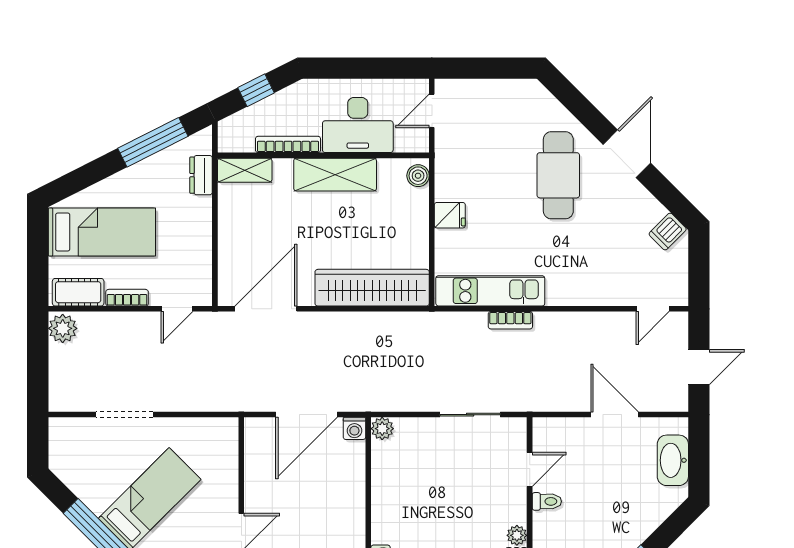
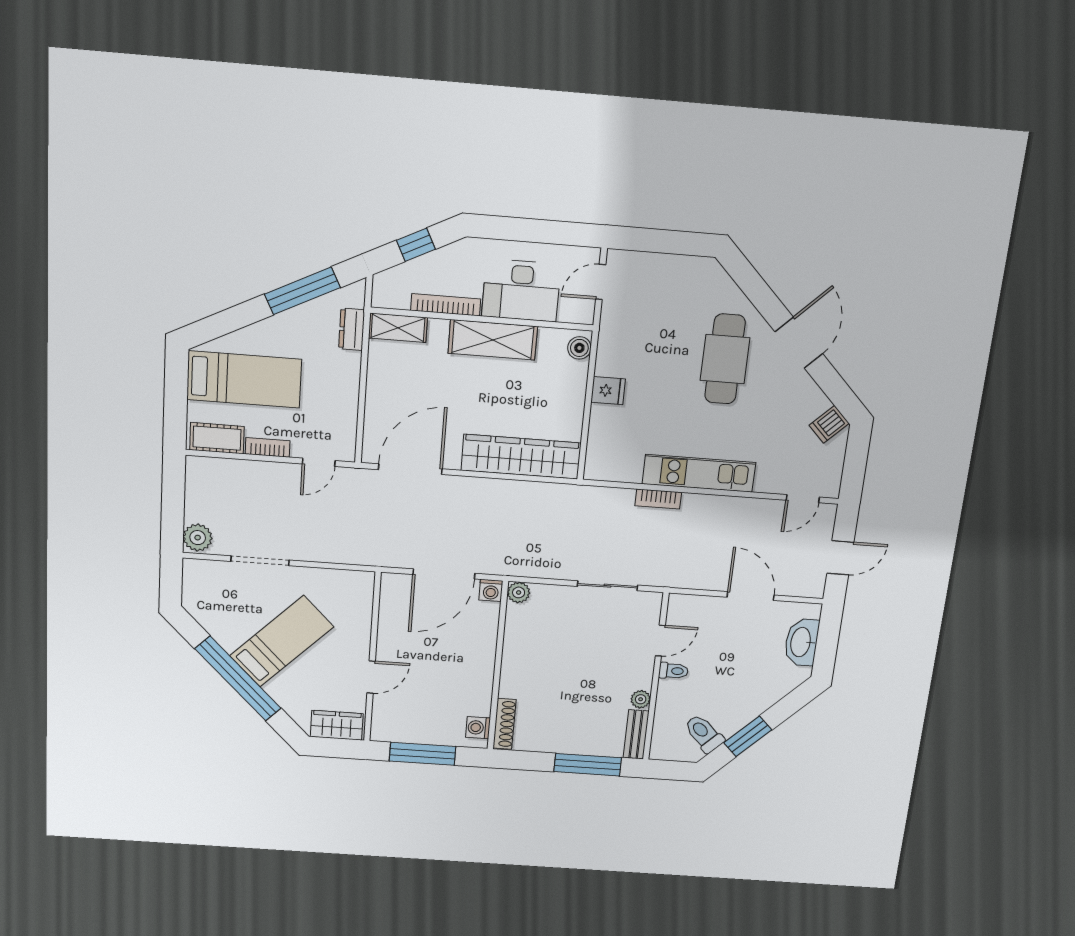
kitchen unit: (490, 291) -> (699, 473), moved
plant: (63, 328) -> (198, 538), moved

